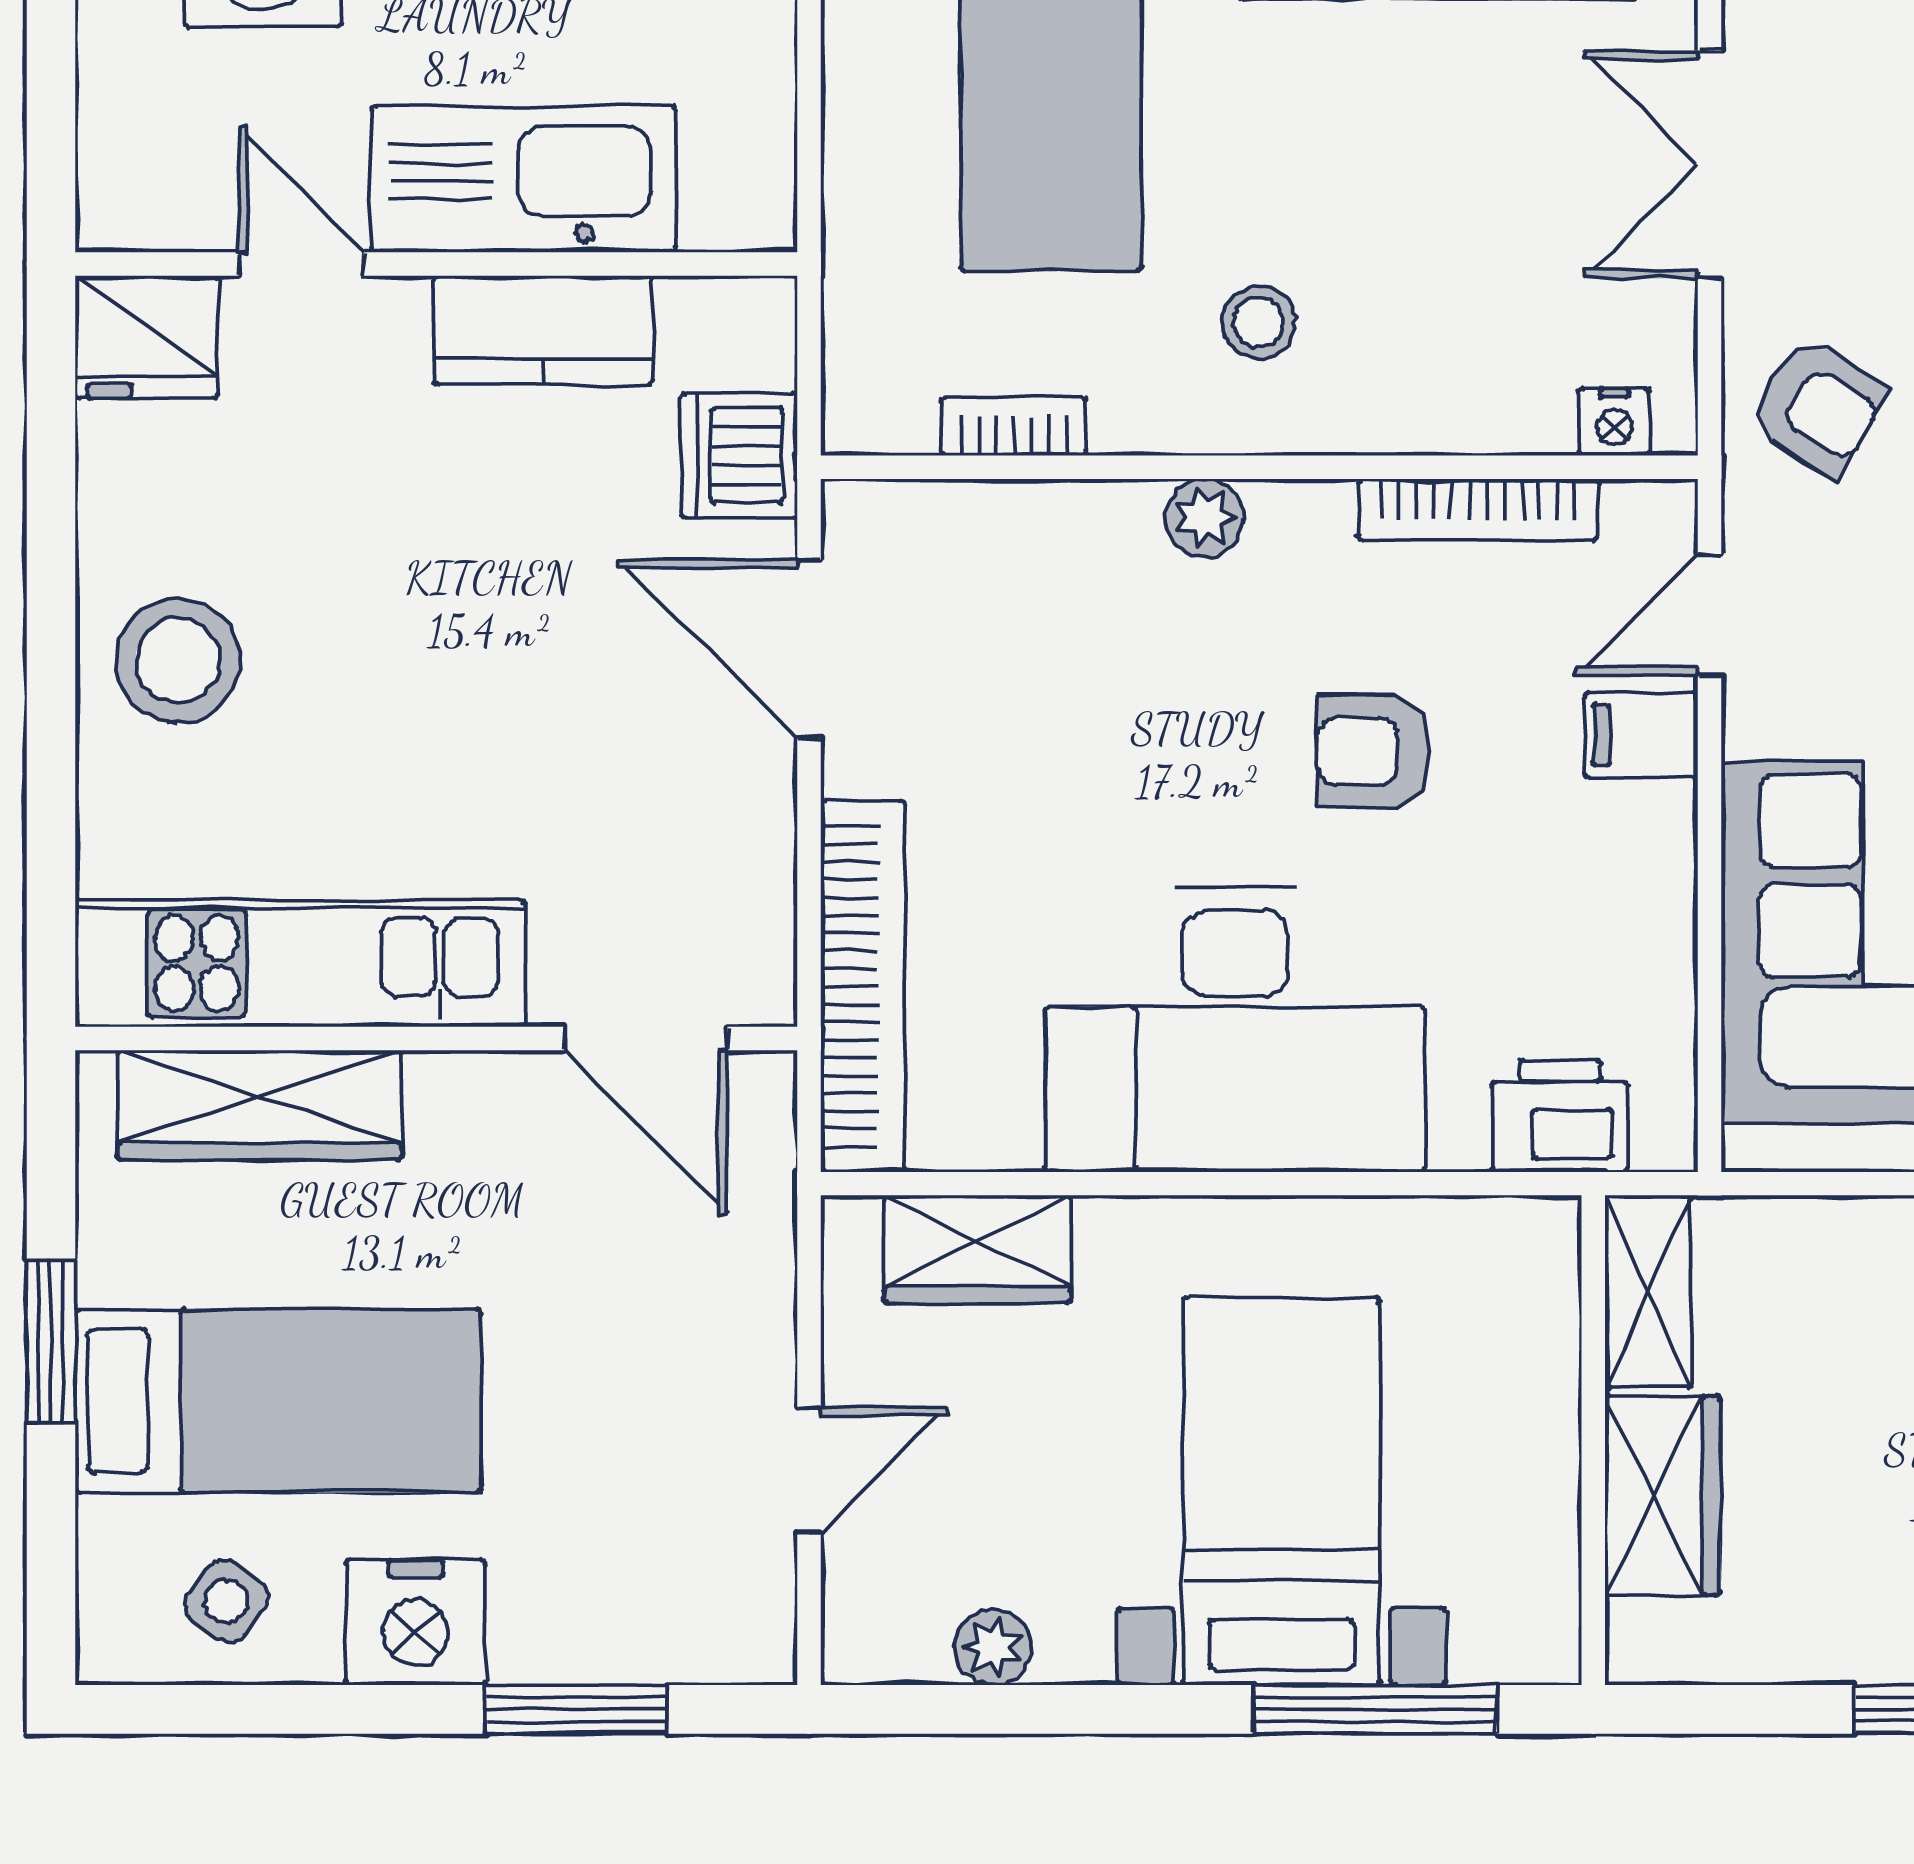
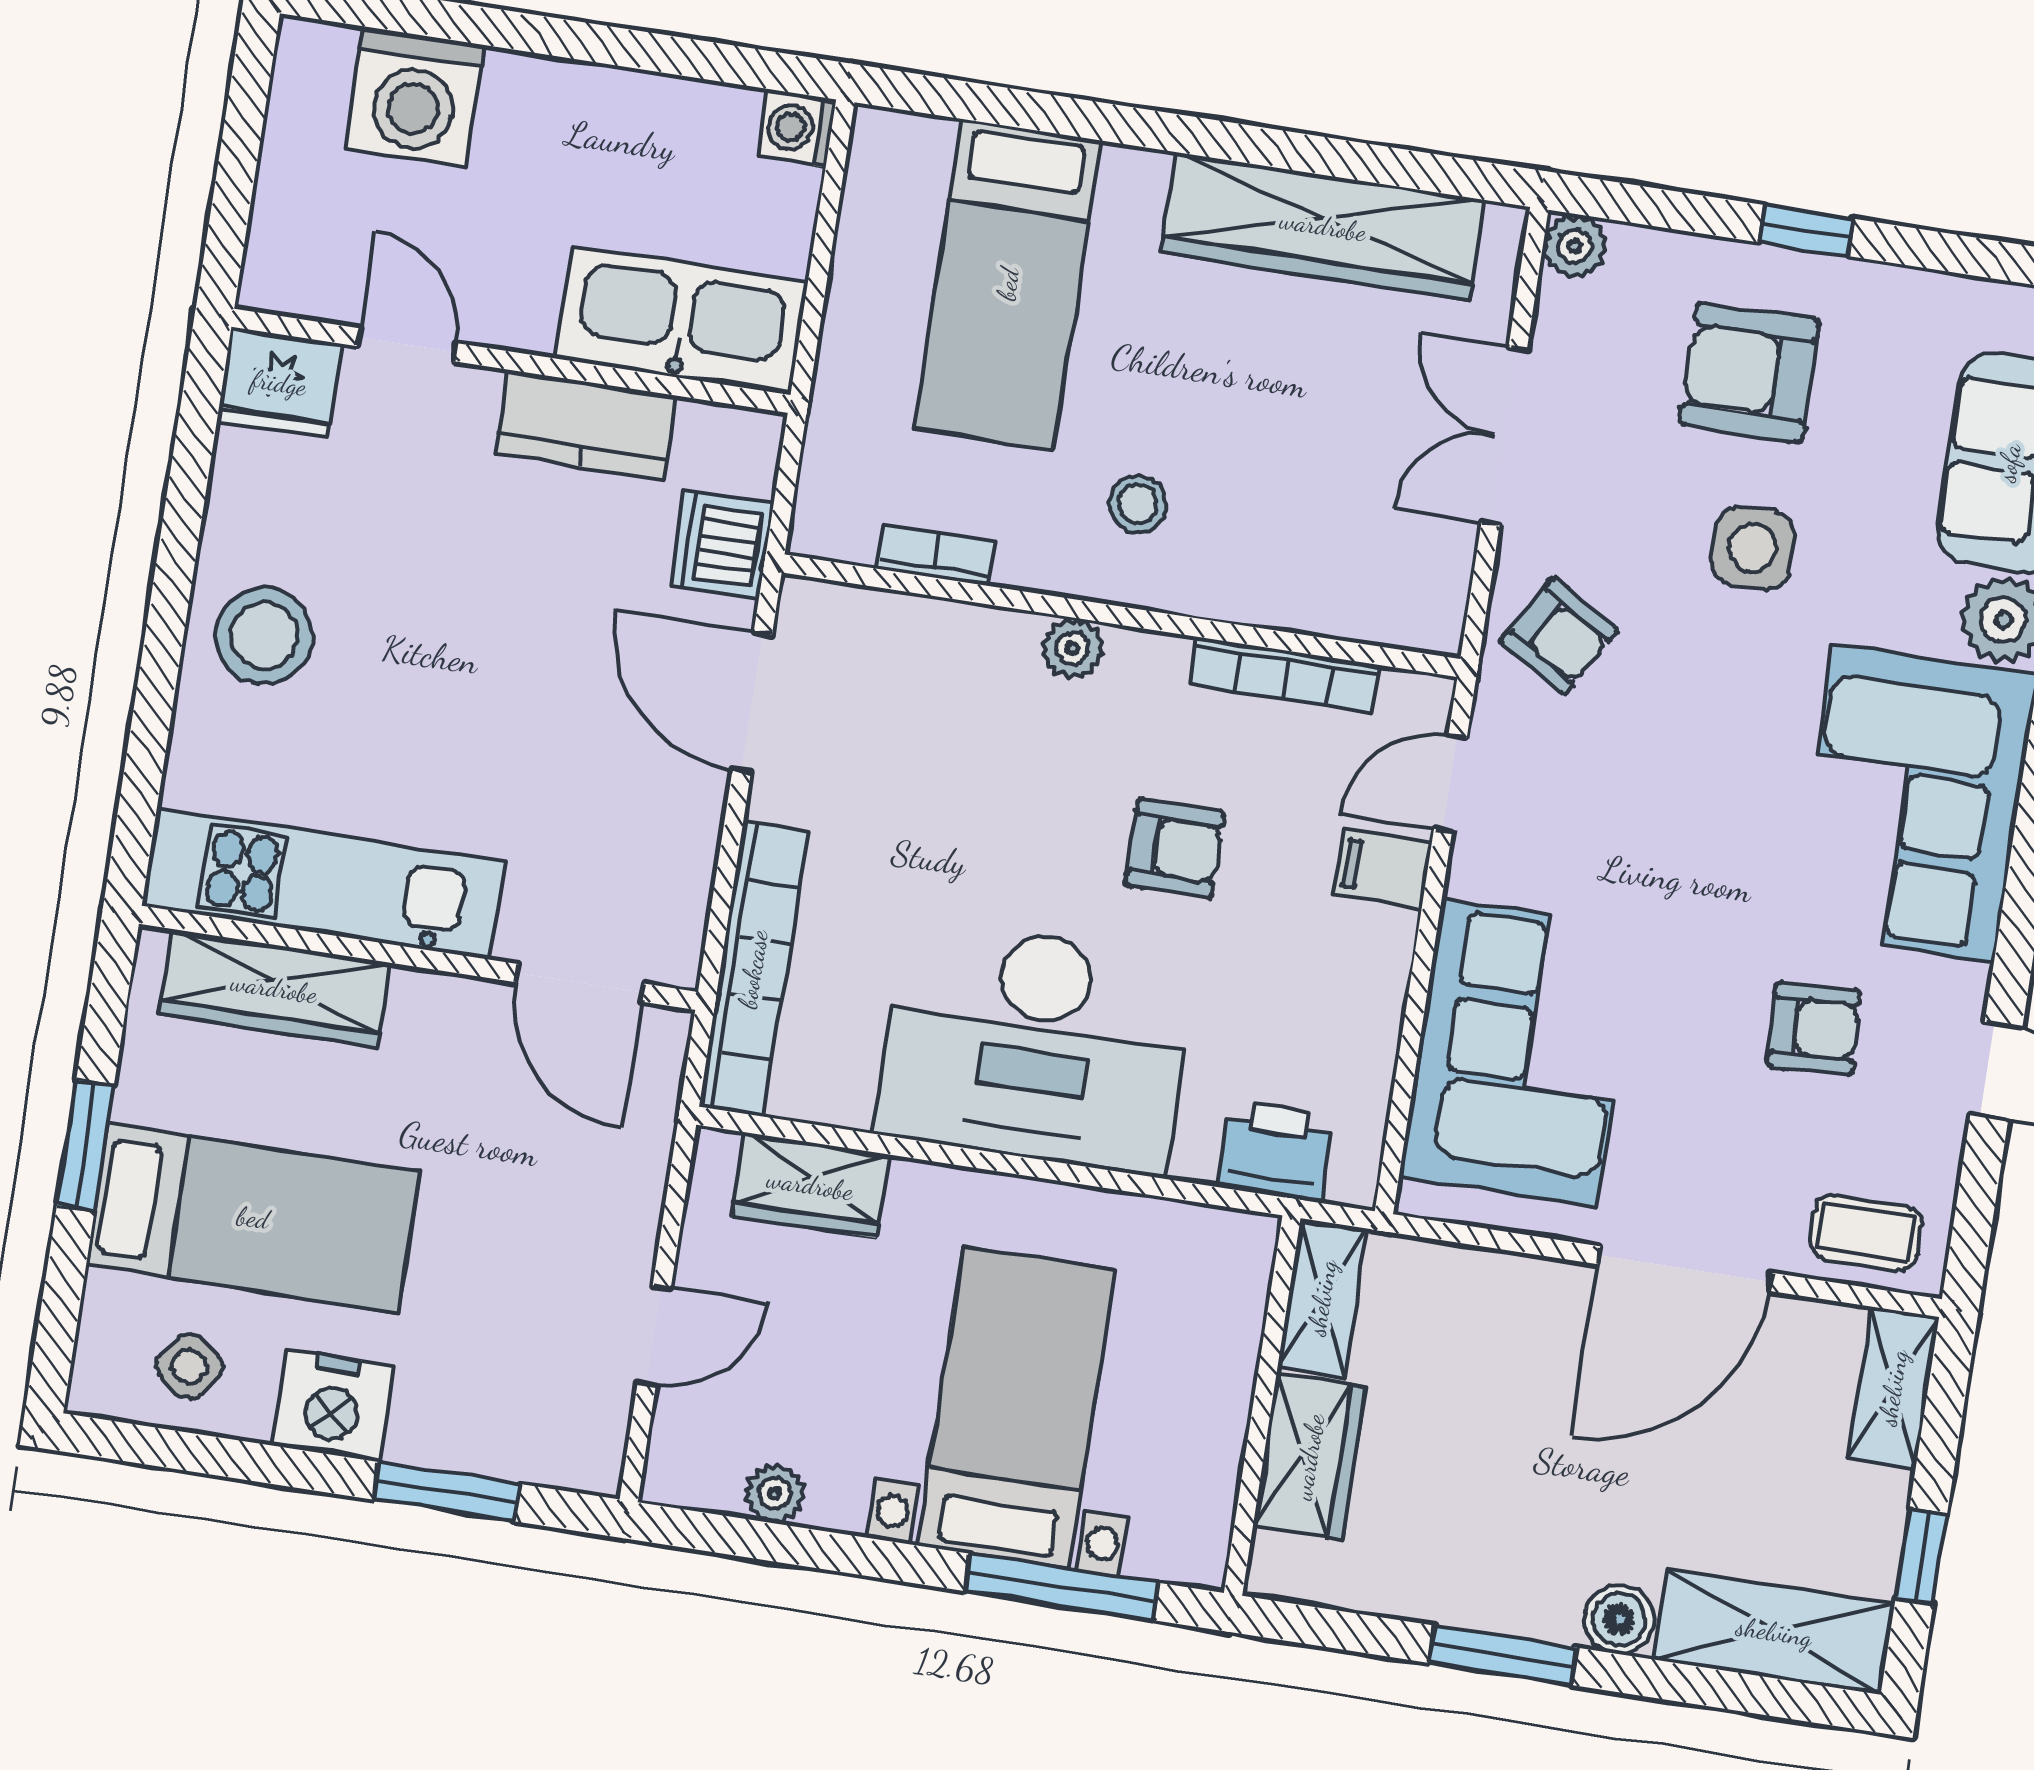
kitchen sink: (523, 179) -> (682, 320), moved
nightstand: (1614, 422) -> (1400, 623), removed
armchair: (1373, 751) -> (1175, 848), turned 180

